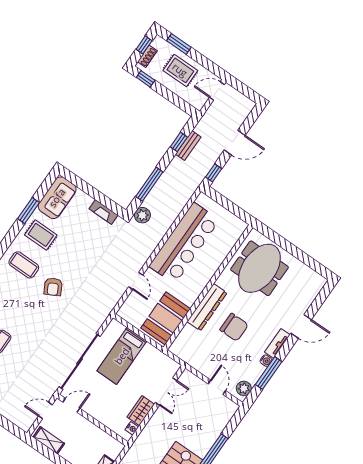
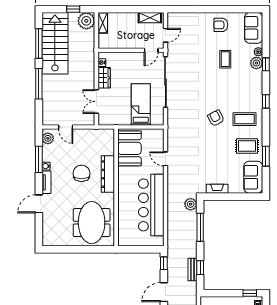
chair: (234, 327) -> (81, 173), turned 90

